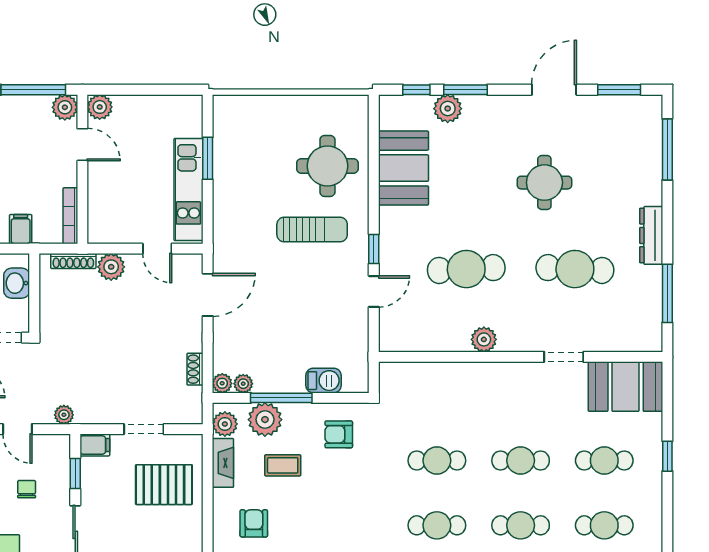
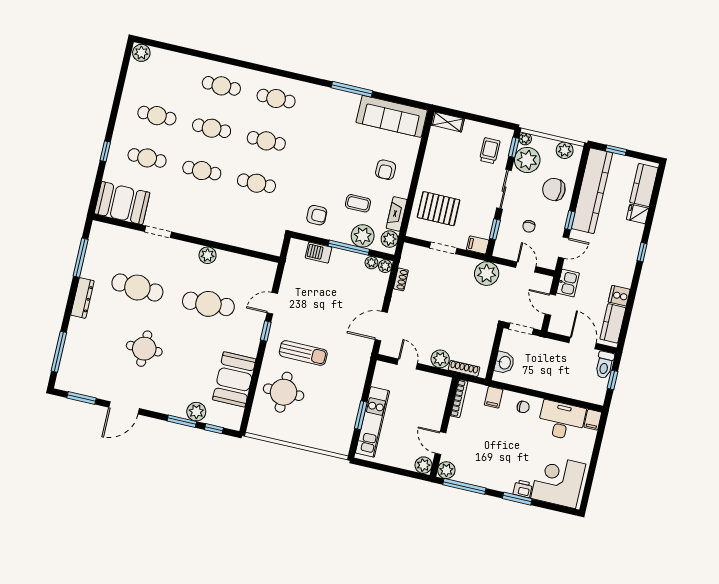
kitchen unit: (188, 189) -> (372, 422), moved
sun lounger: (312, 230) -> (303, 353), turned 180
plant: (64, 415) -> (487, 274), width x1.87, depth x1.87

